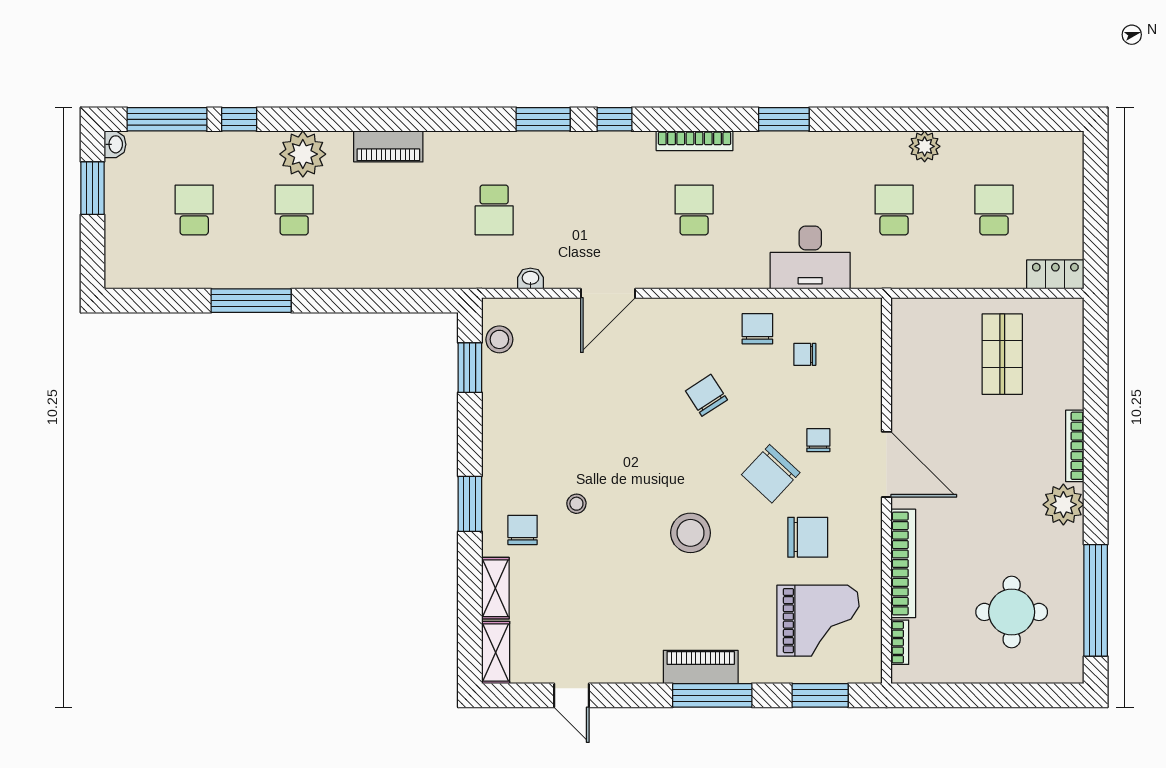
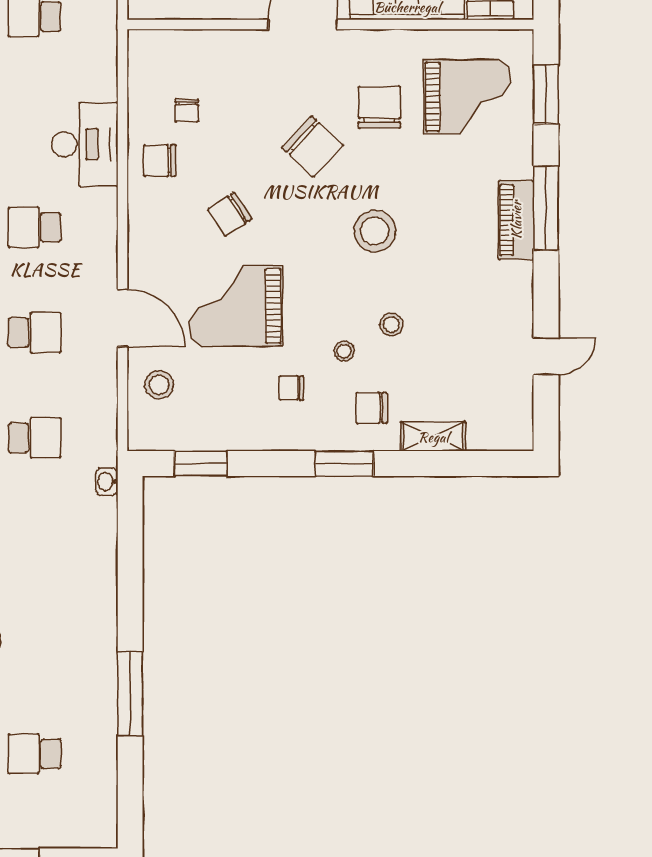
school desk: (294, 210) -> (35, 333), moved, turned 180
desk: (810, 257) -> (85, 144), moved
washbasin: (530, 278) -> (107, 482), moved
stool: (499, 339) -> (159, 385), moved
grand piano: (619, 401) -> (236, 306), added
chair: (818, 440) -> (291, 388), moved
stool: (602, 549) -> (391, 325), added
grand piano: (818, 621) -> (467, 97), turned 90
shelving: (496, 653) -> (501, 436), removed

